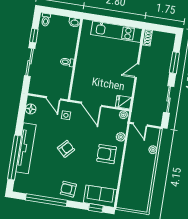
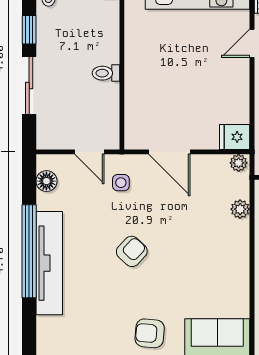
door: (137, 71) -> (252, 43), moved
armchair: (107, 154) -> (217, 249), removed
window: (15, 157) -> (29, 251), moved

